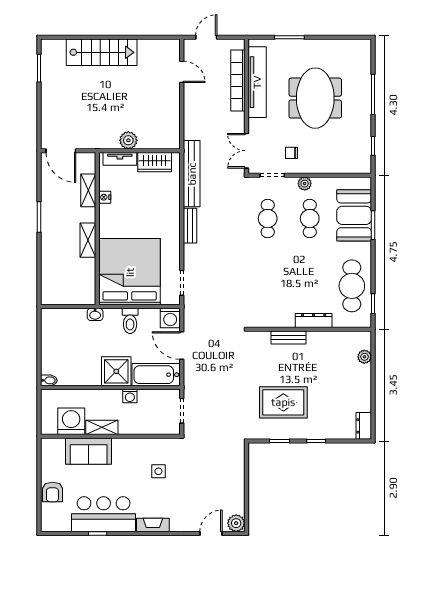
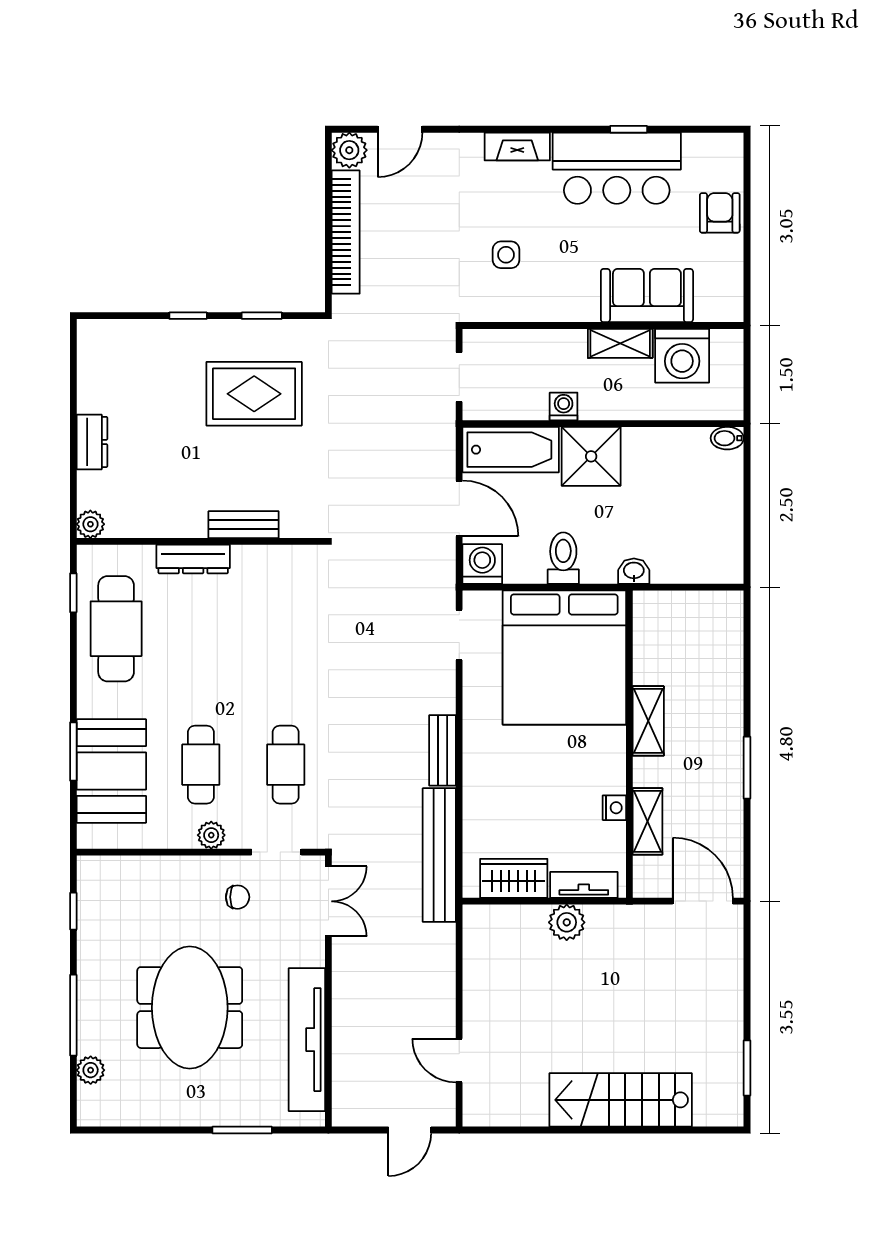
plant: (364, 67) -> (91, 1070), added
bookcase: (238, 80) -> (346, 232), moved
plant: (364, 357) -> (90, 524), moved
dresser: (364, 426) -> (92, 442), moved

